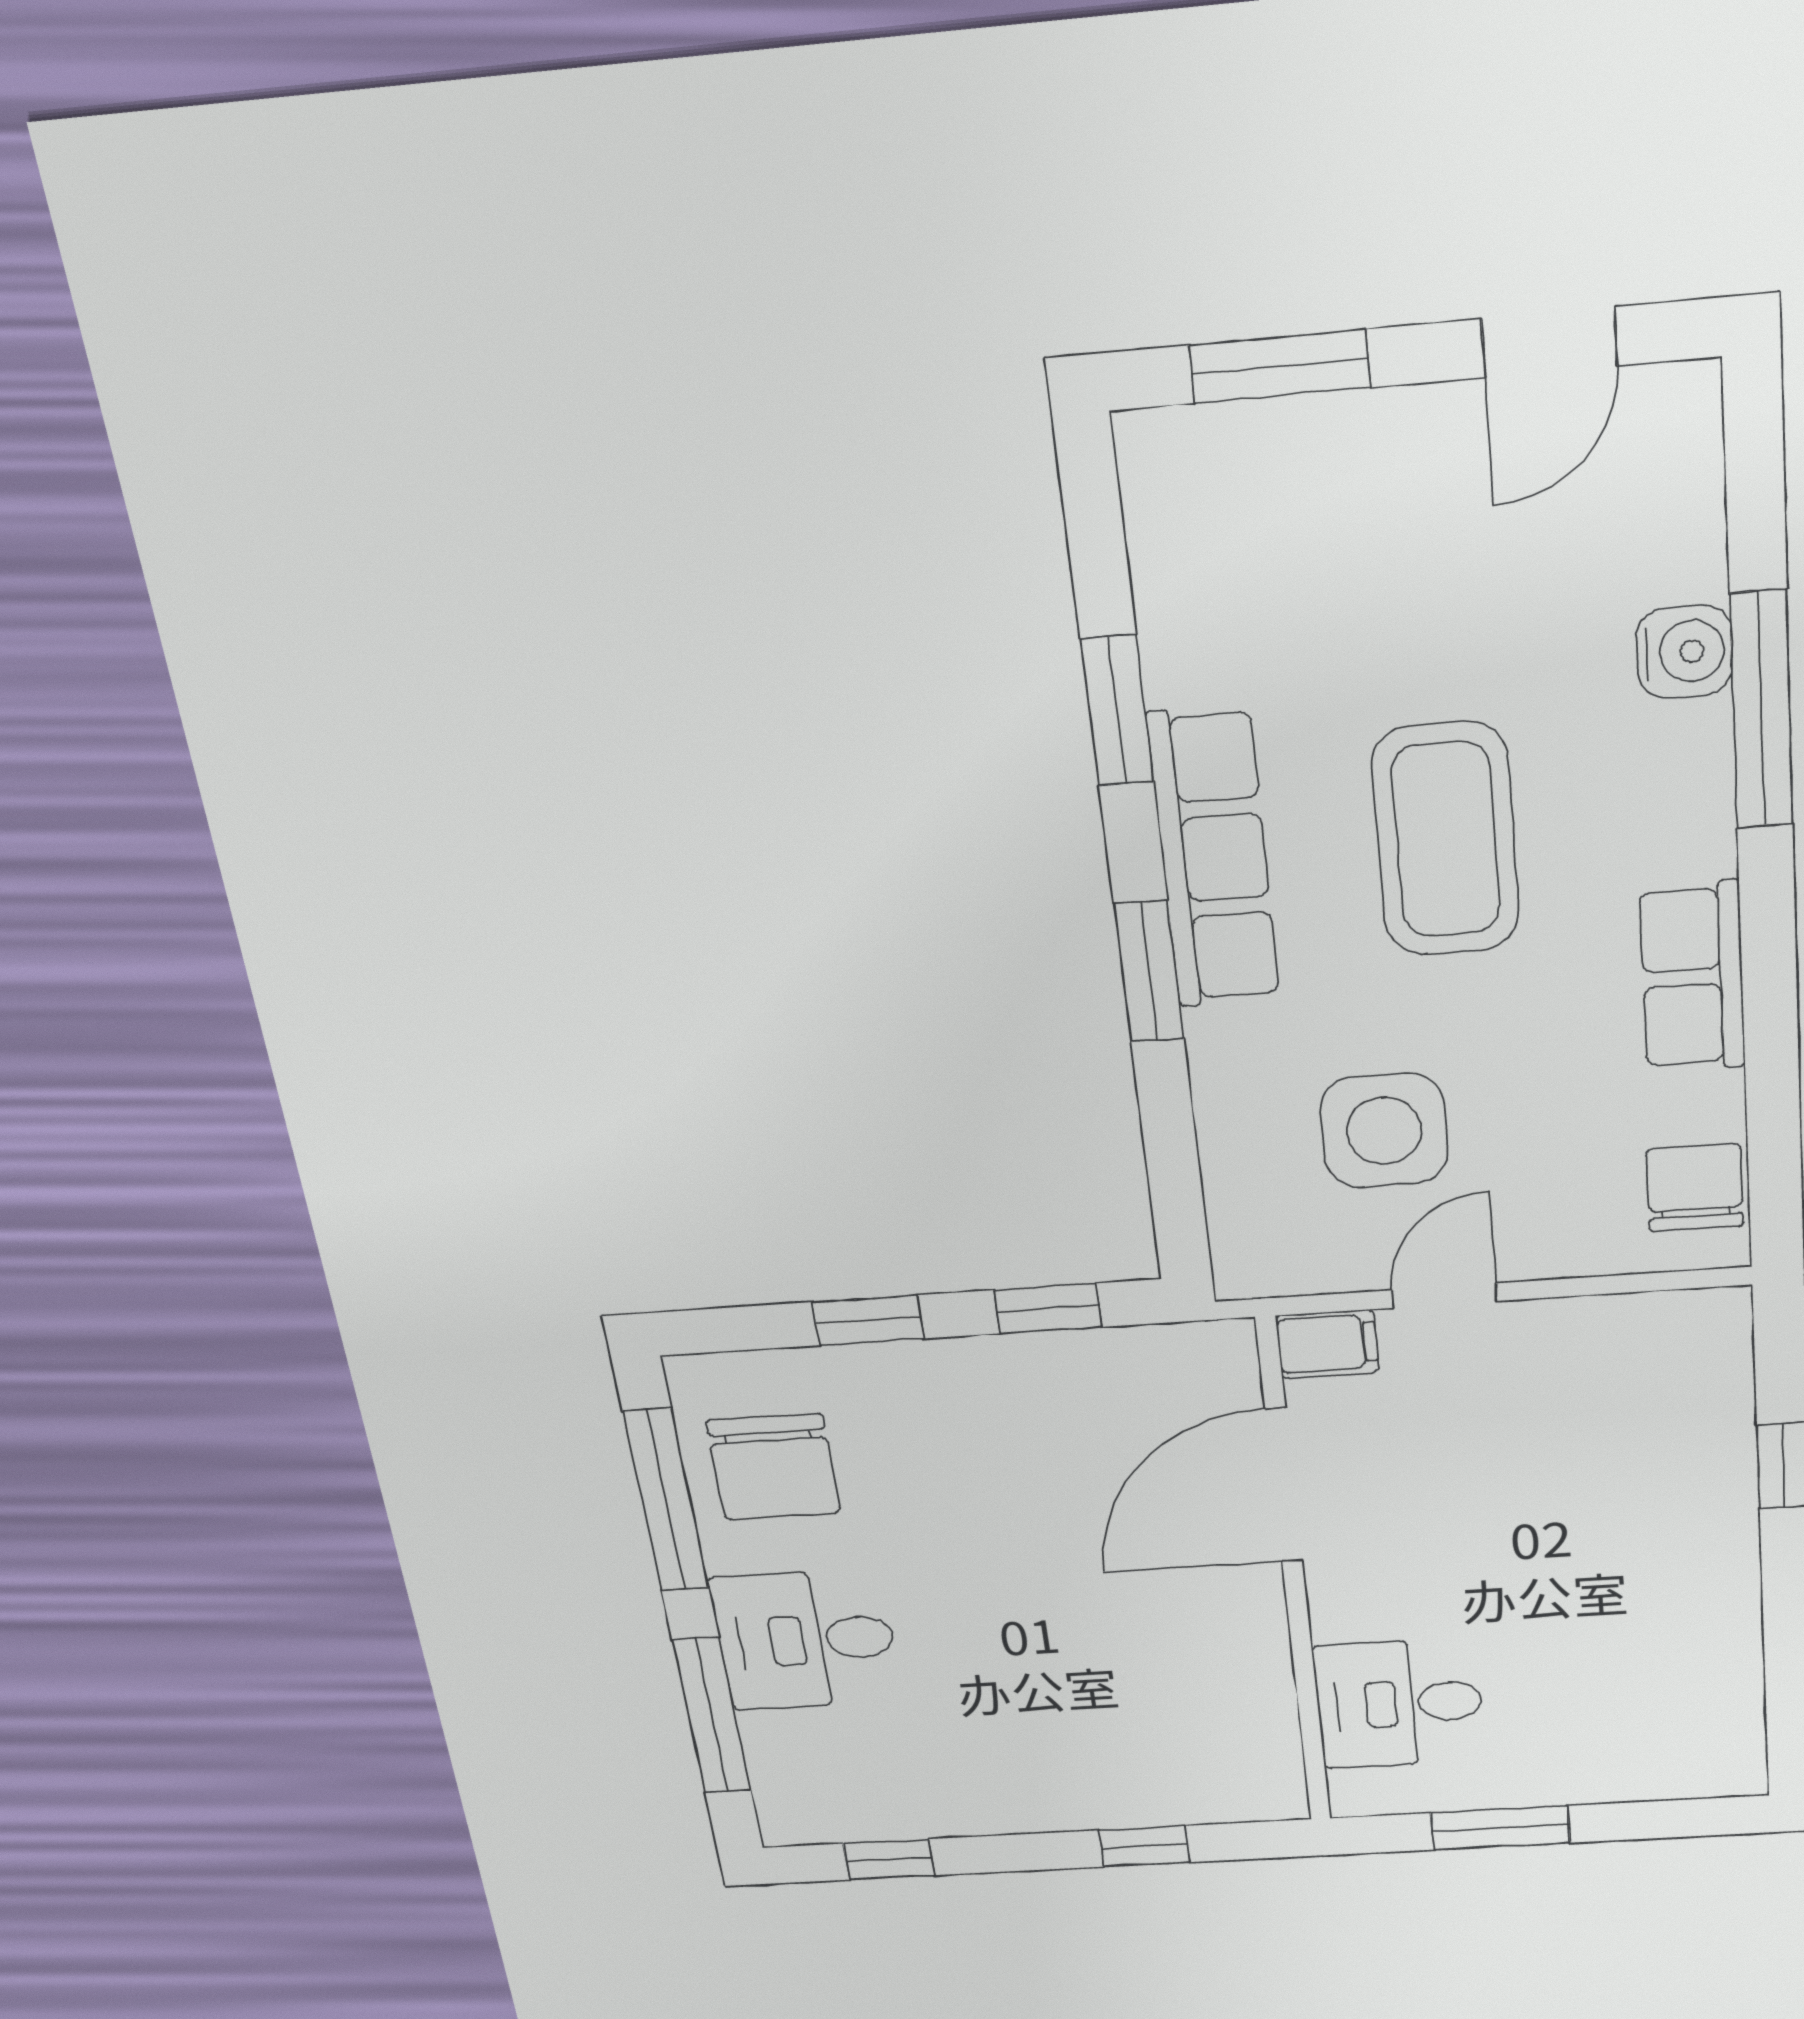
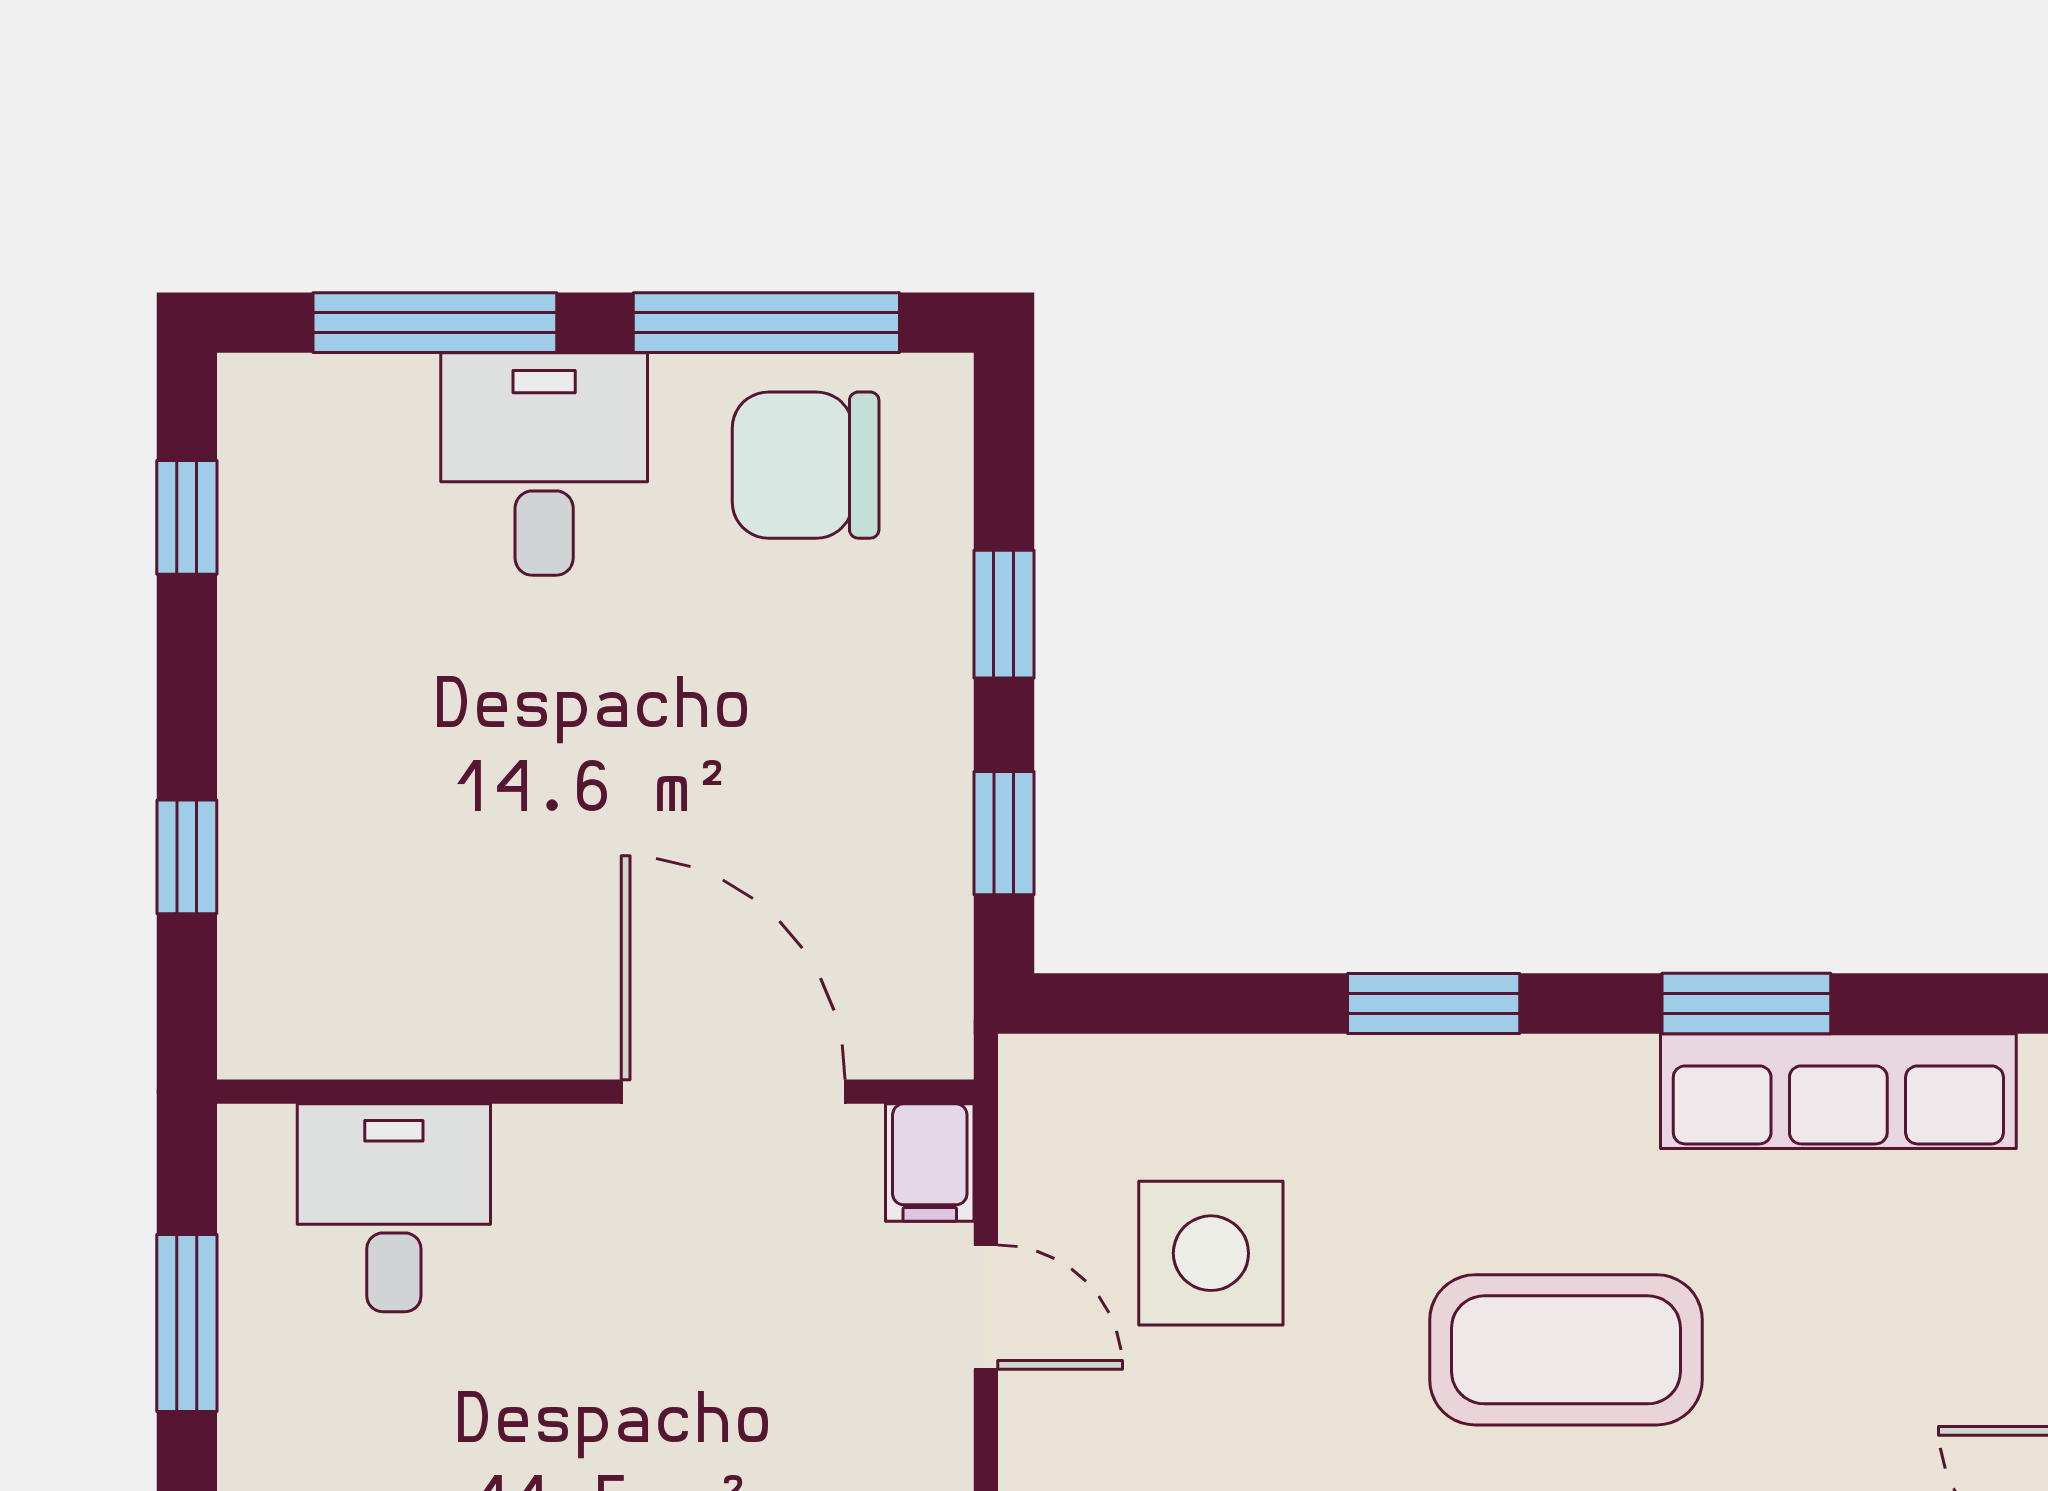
row of seats: (1214, 858) -> (1838, 1091), moved

